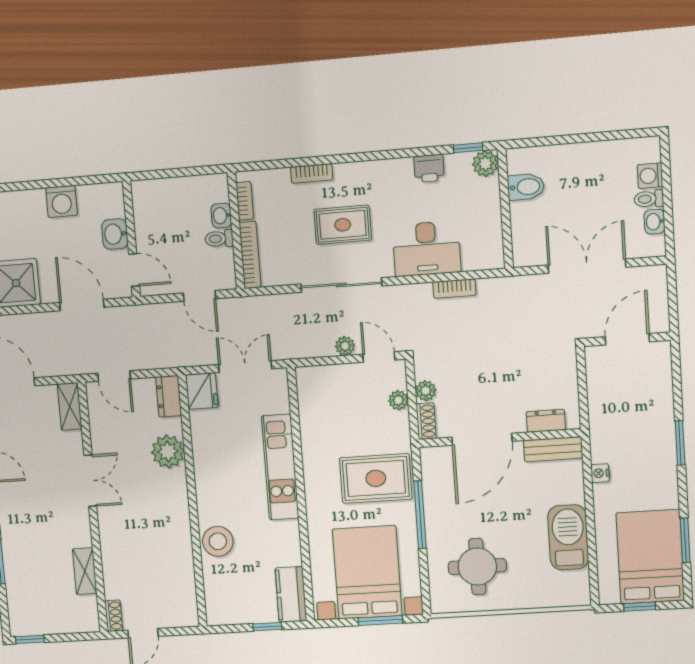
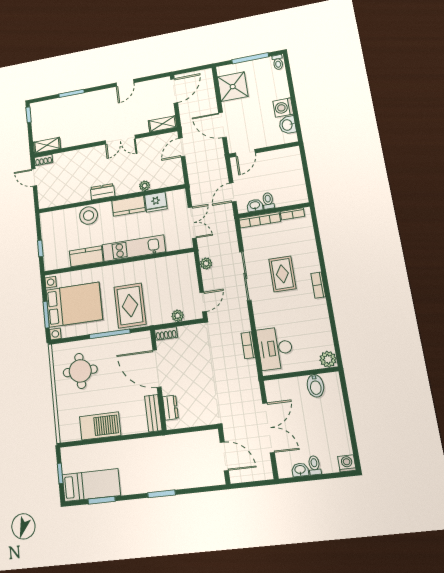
window: (468, 148) -> (337, 348), removed
printer: (429, 168) -> (322, 324), removed
bookcase: (312, 173) -> (318, 285), moved
washing machine: (650, 176) -> (347, 463), moved
washbasin: (221, 216) -> (255, 205), moved
washbasin: (115, 234) -> (288, 125), moved, turned -90
desk: (426, 249) -> (275, 348), moved
door: (82, 305) -> (223, 125), swing flipped
plant: (345, 346) -> (206, 263), moved
fridge: (202, 391) -> (156, 202), moved
plant: (426, 391) -> (184, 332), removed
dresser: (169, 396) -> (103, 192), moved
plant: (168, 452) -> (145, 186), width x0.53, depth x0.53
kitchen counter: (207, 472) -> (129, 206), added
nightstand: (600, 473) -> (140, 444), removed
bed: (650, 557) -> (91, 485), width x0.67
shelving: (85, 571) -> (47, 145), moved
kitchen counter: (291, 594) -> (86, 256), moved

